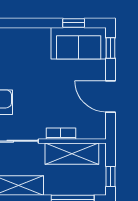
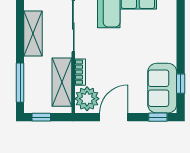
plant: (90, 126) -> (87, 99), added

